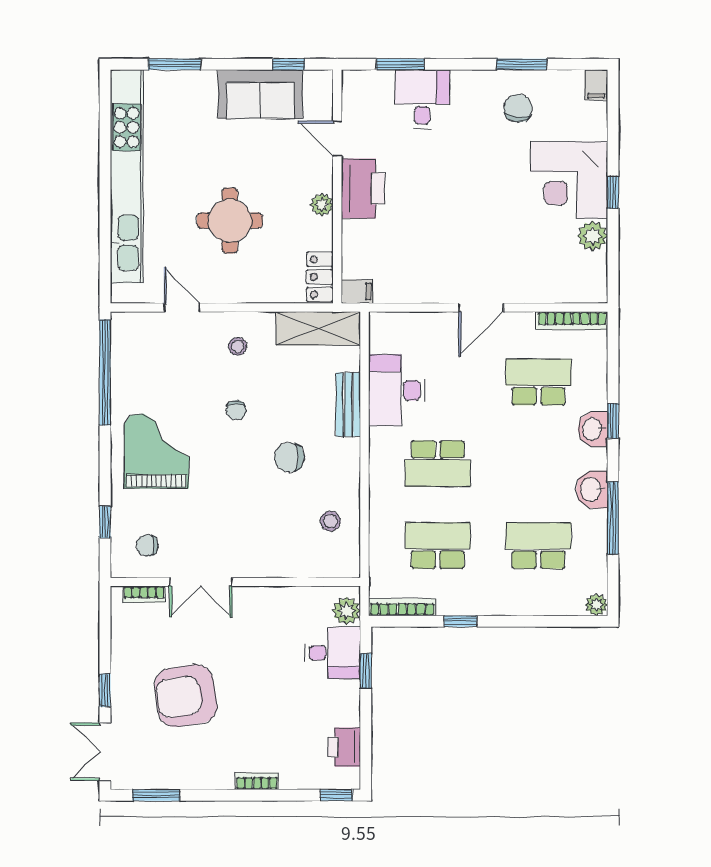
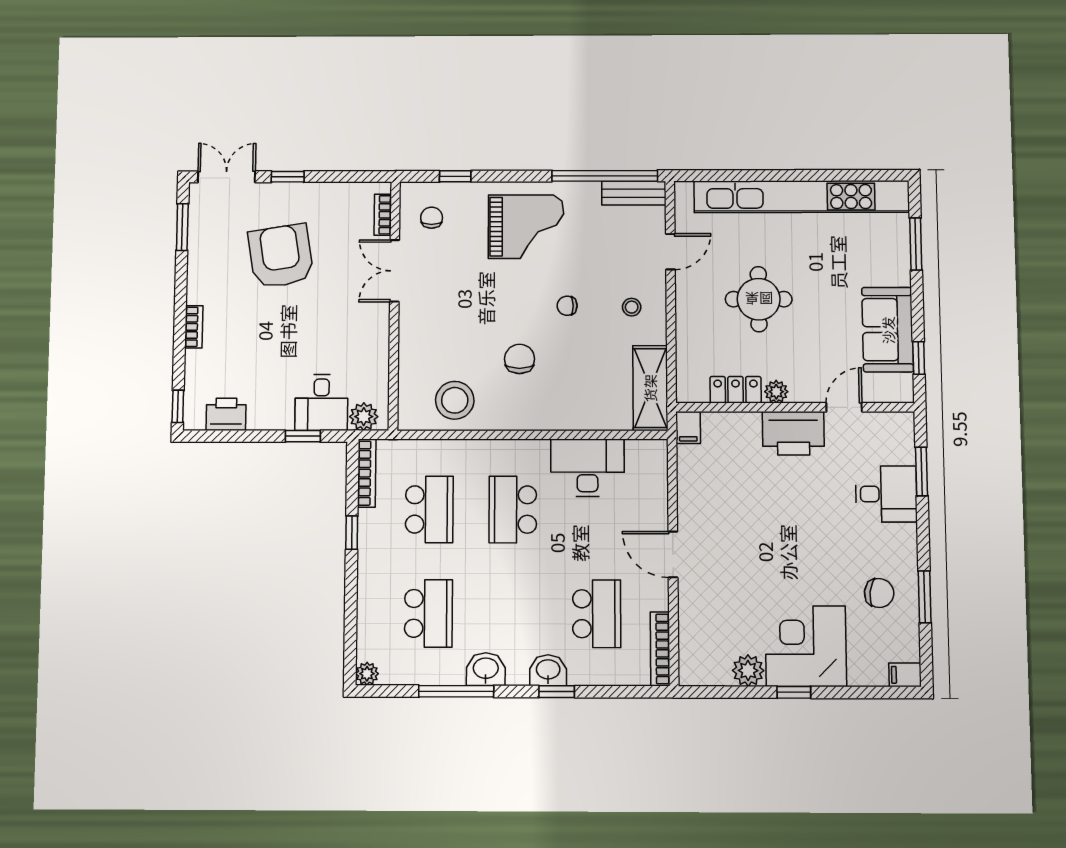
locker: (320, 277) -> (736, 390), moved
bench: (348, 405) -> (634, 193), moved
stool: (330, 521) -> (455, 400), width x1.89, depth x1.89

